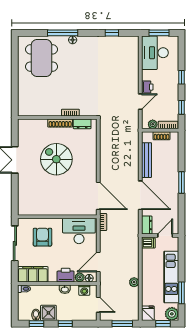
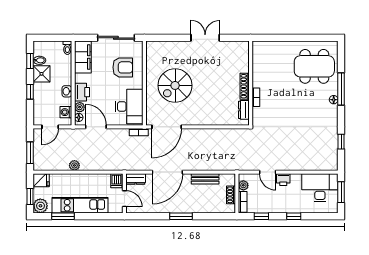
spiral stairs: (56, 159) -> (175, 85), moved, turned 180
bench: (147, 160) -> (205, 179), width x0.73

